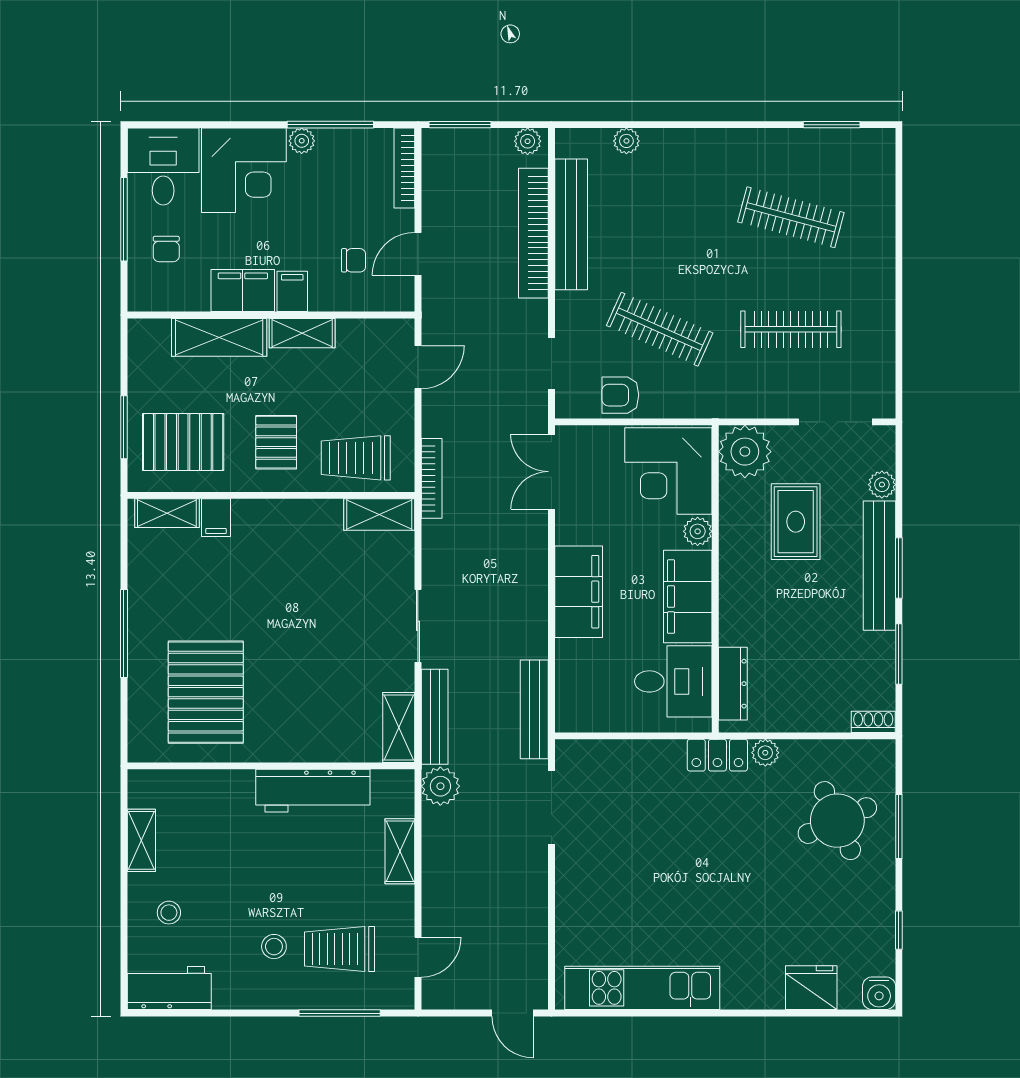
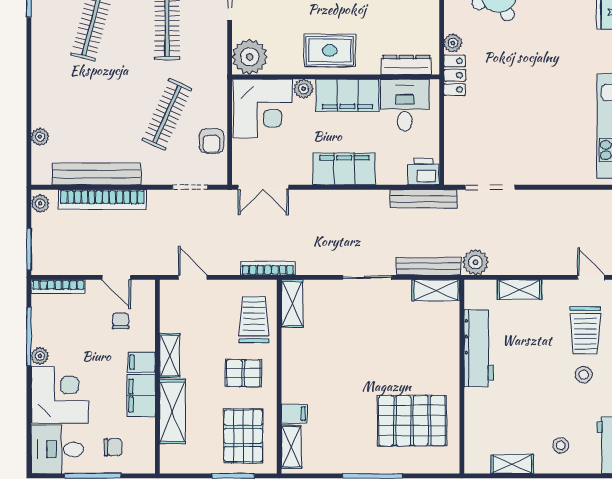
trolley: (356, 458) -> (254, 319), turned 180
rug: (796, 522) -> (330, 50), moved
printer: (574, 709) -> (423, 172), added

